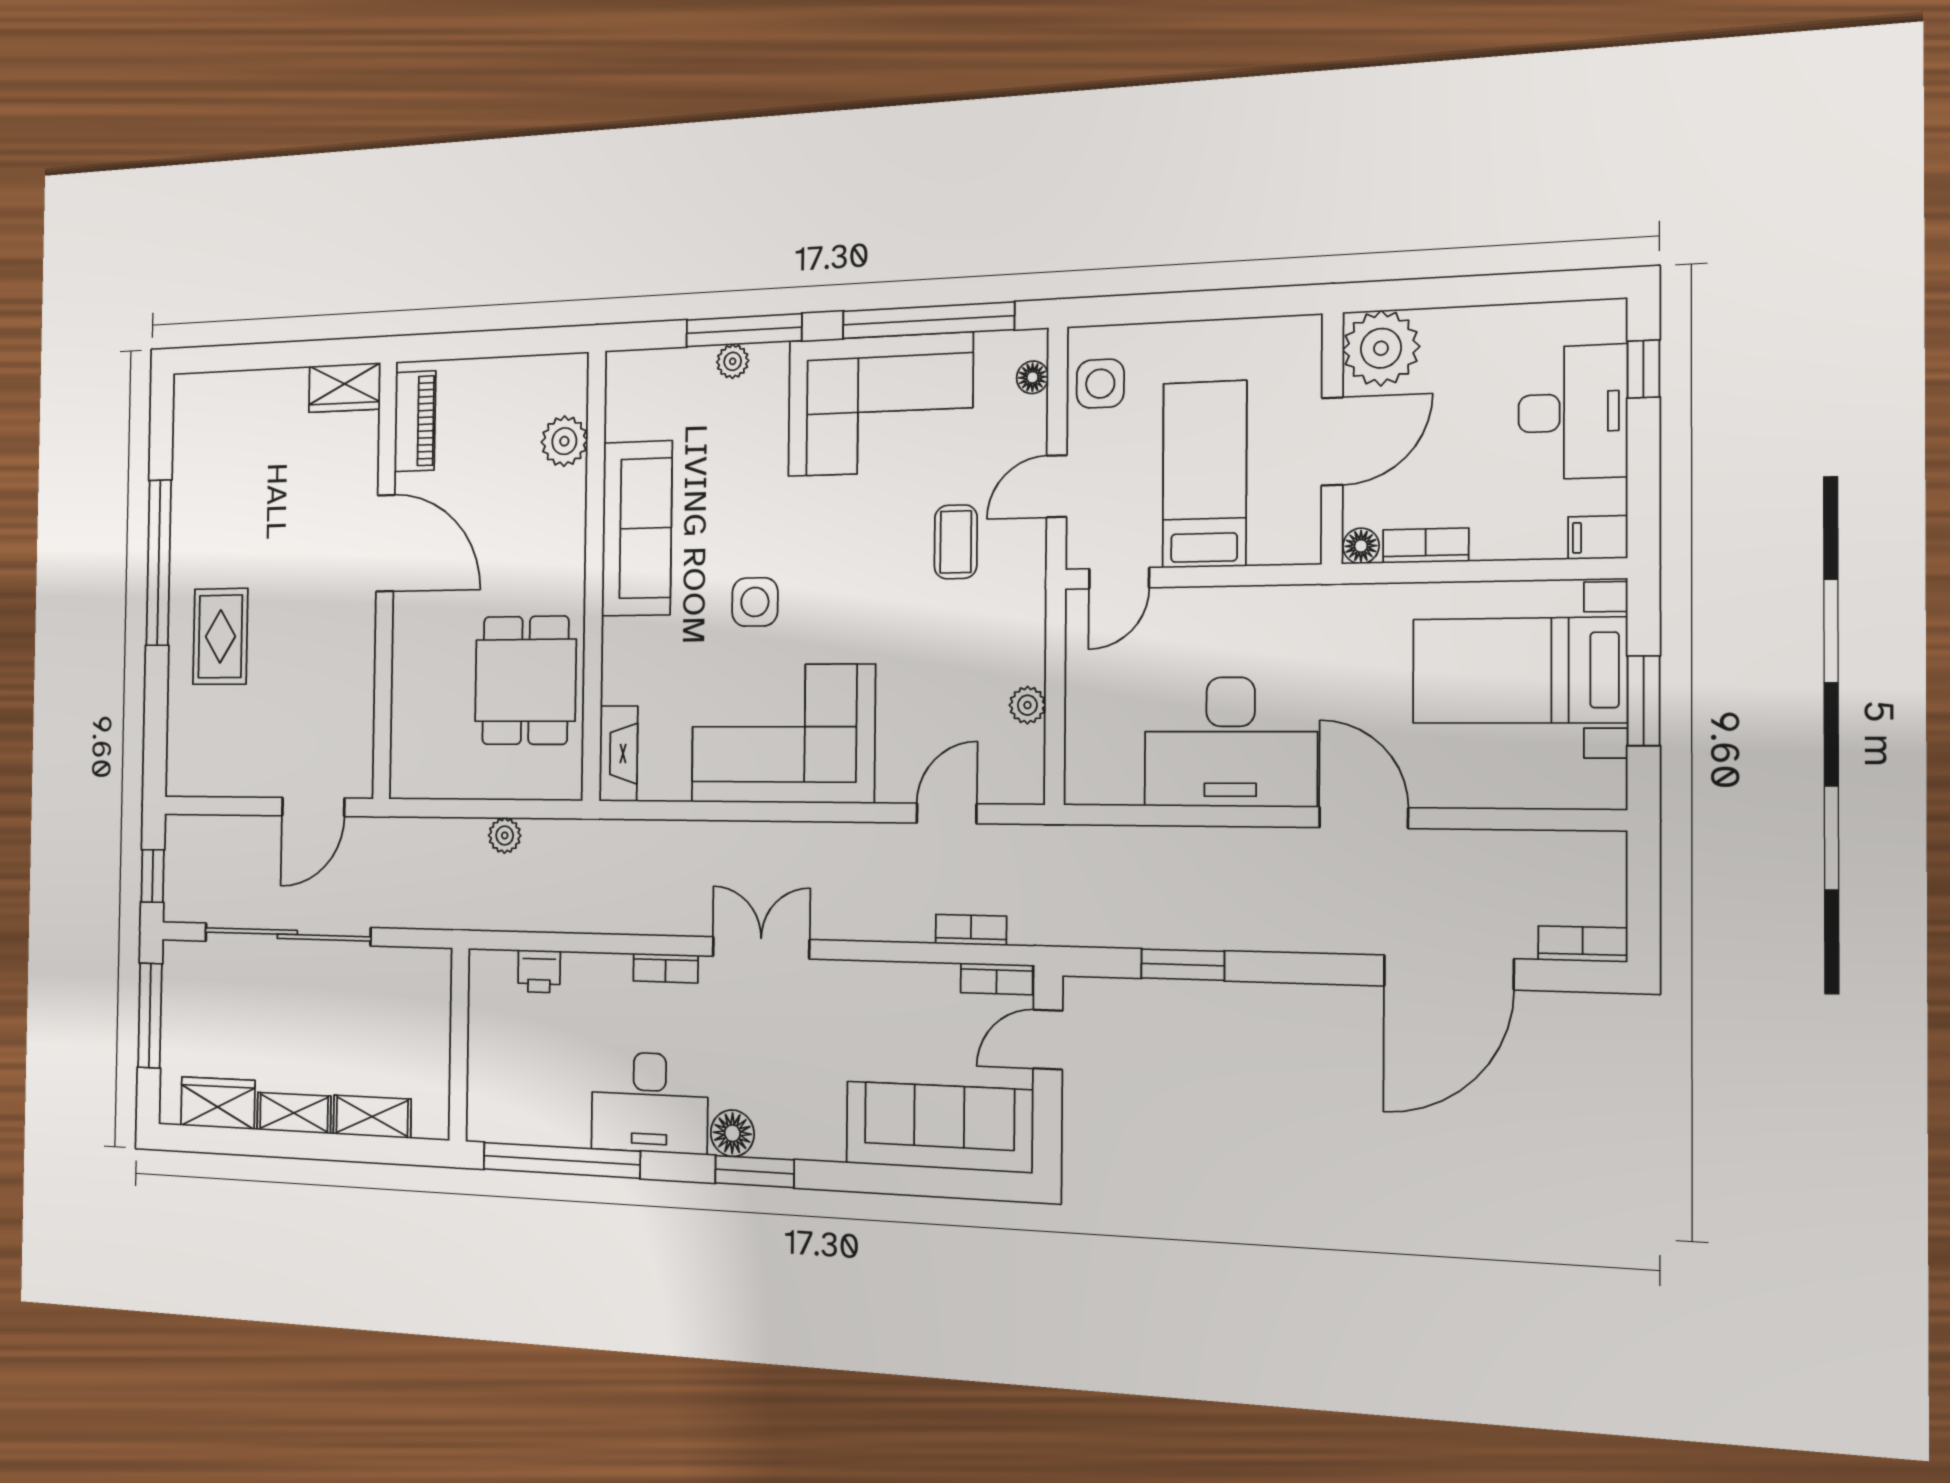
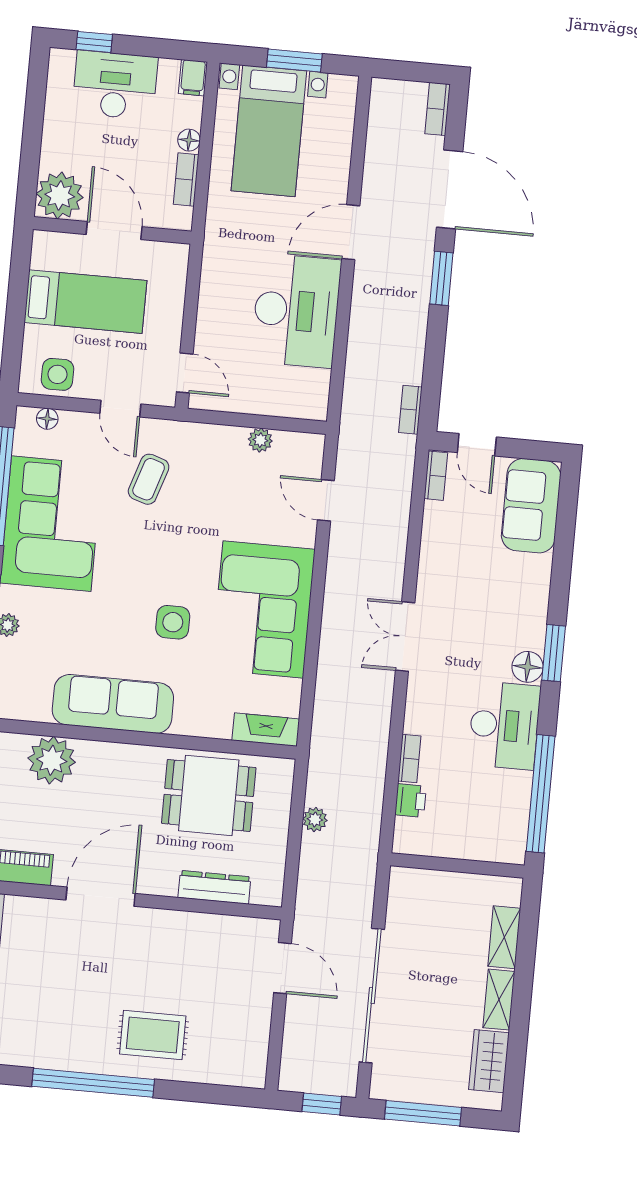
plant: (564, 441) -> (52, 760), width x1.36, depth x1.36
bed: (1204, 474) -> (85, 302), moved, turned 180
coffee table: (956, 542) -> (149, 479), turned -72
floor lamp: (1361, 546) -> (189, 140), moved
dresser: (408, 701) -> (214, 887), added
bookcase: (971, 930) -> (410, 410), moved
window: (1183, 965) -> (441, 278), moved
bookcase: (666, 968) -> (409, 758), moved
sofa: (939, 1127) -> (531, 506), width x0.73

